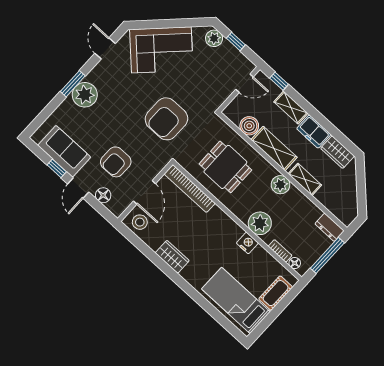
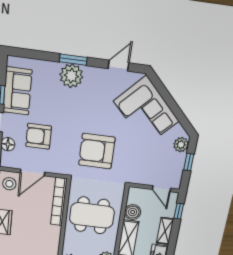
dining table: (225, 167) -> (92, 215), width x1.38

